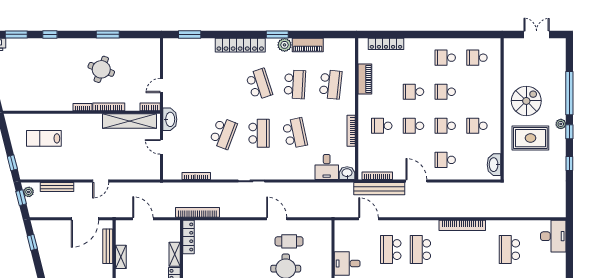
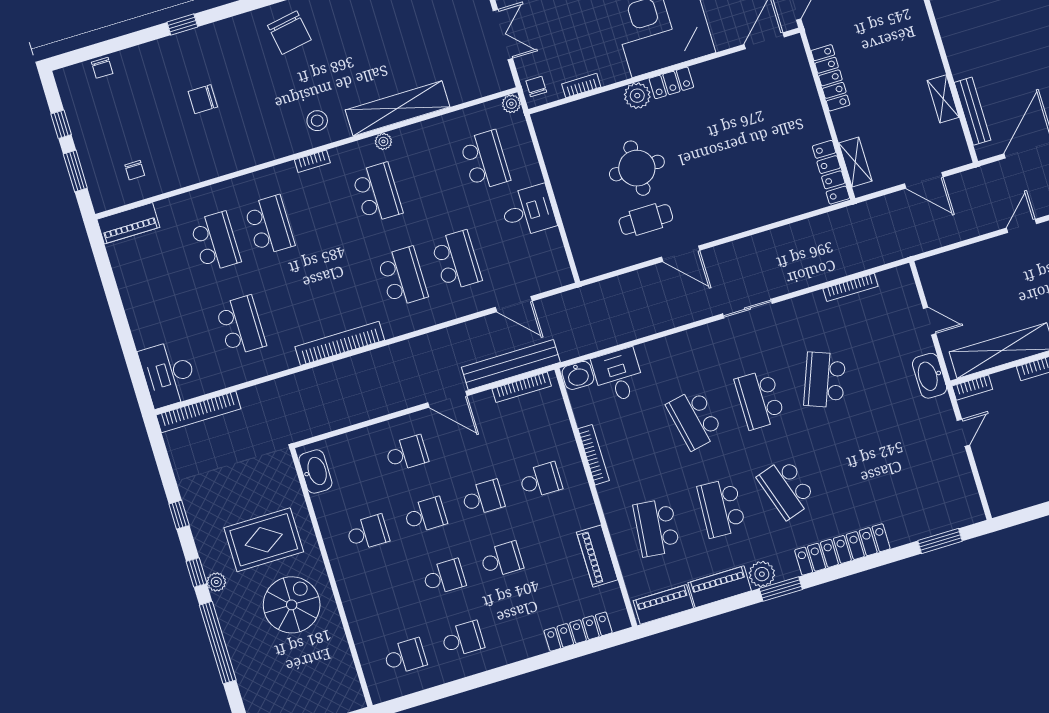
piano: (339, 45) -> (663, 604), added
spiral stairs: (526, 101) -> (292, 605), turned 180
bookcase: (198, 212) -> (198, 412), moved
shelving: (175, 254) -> (855, 162), moved

